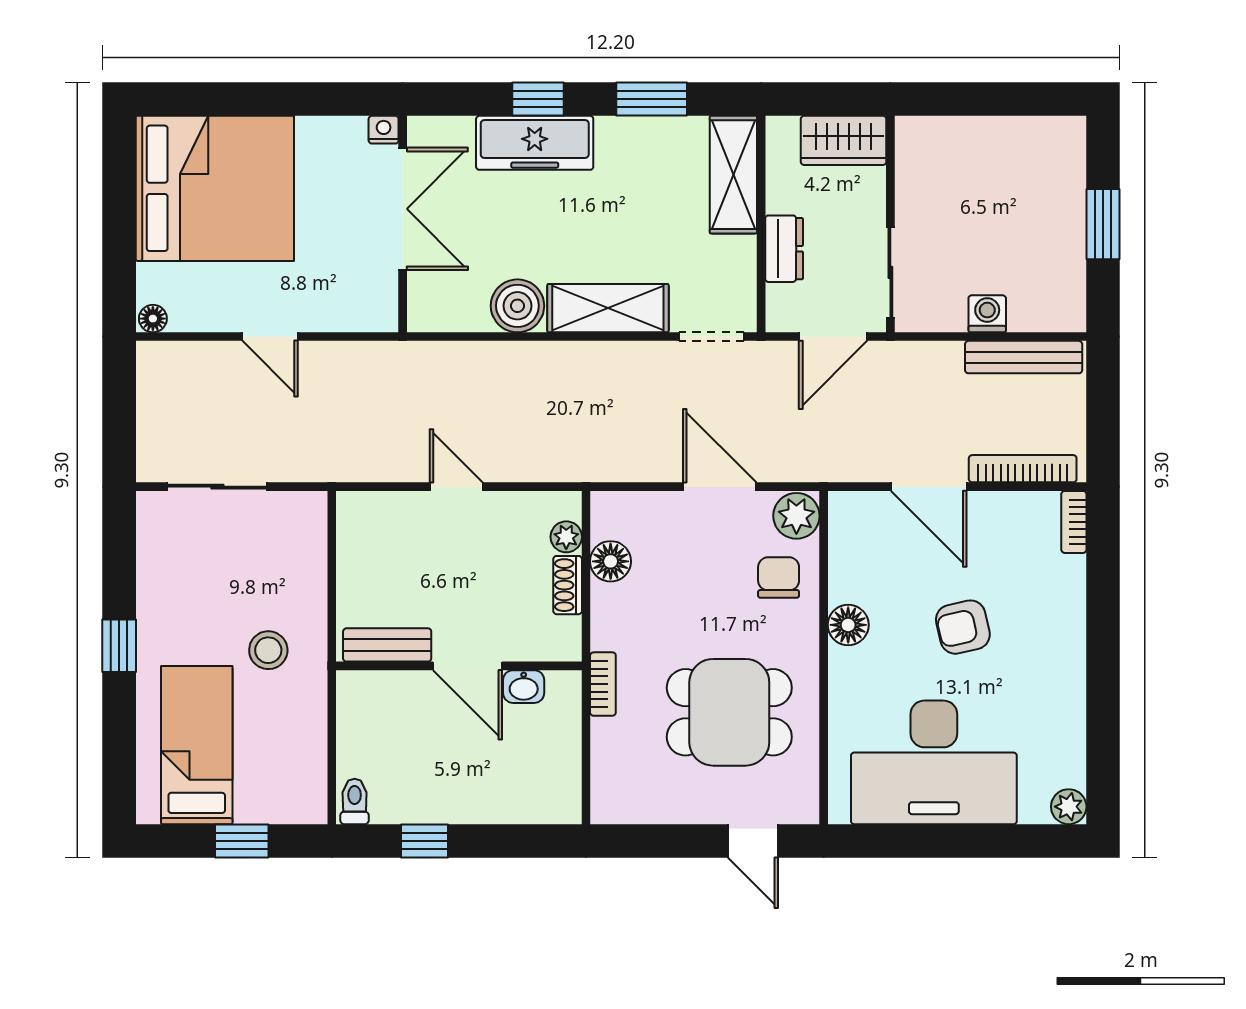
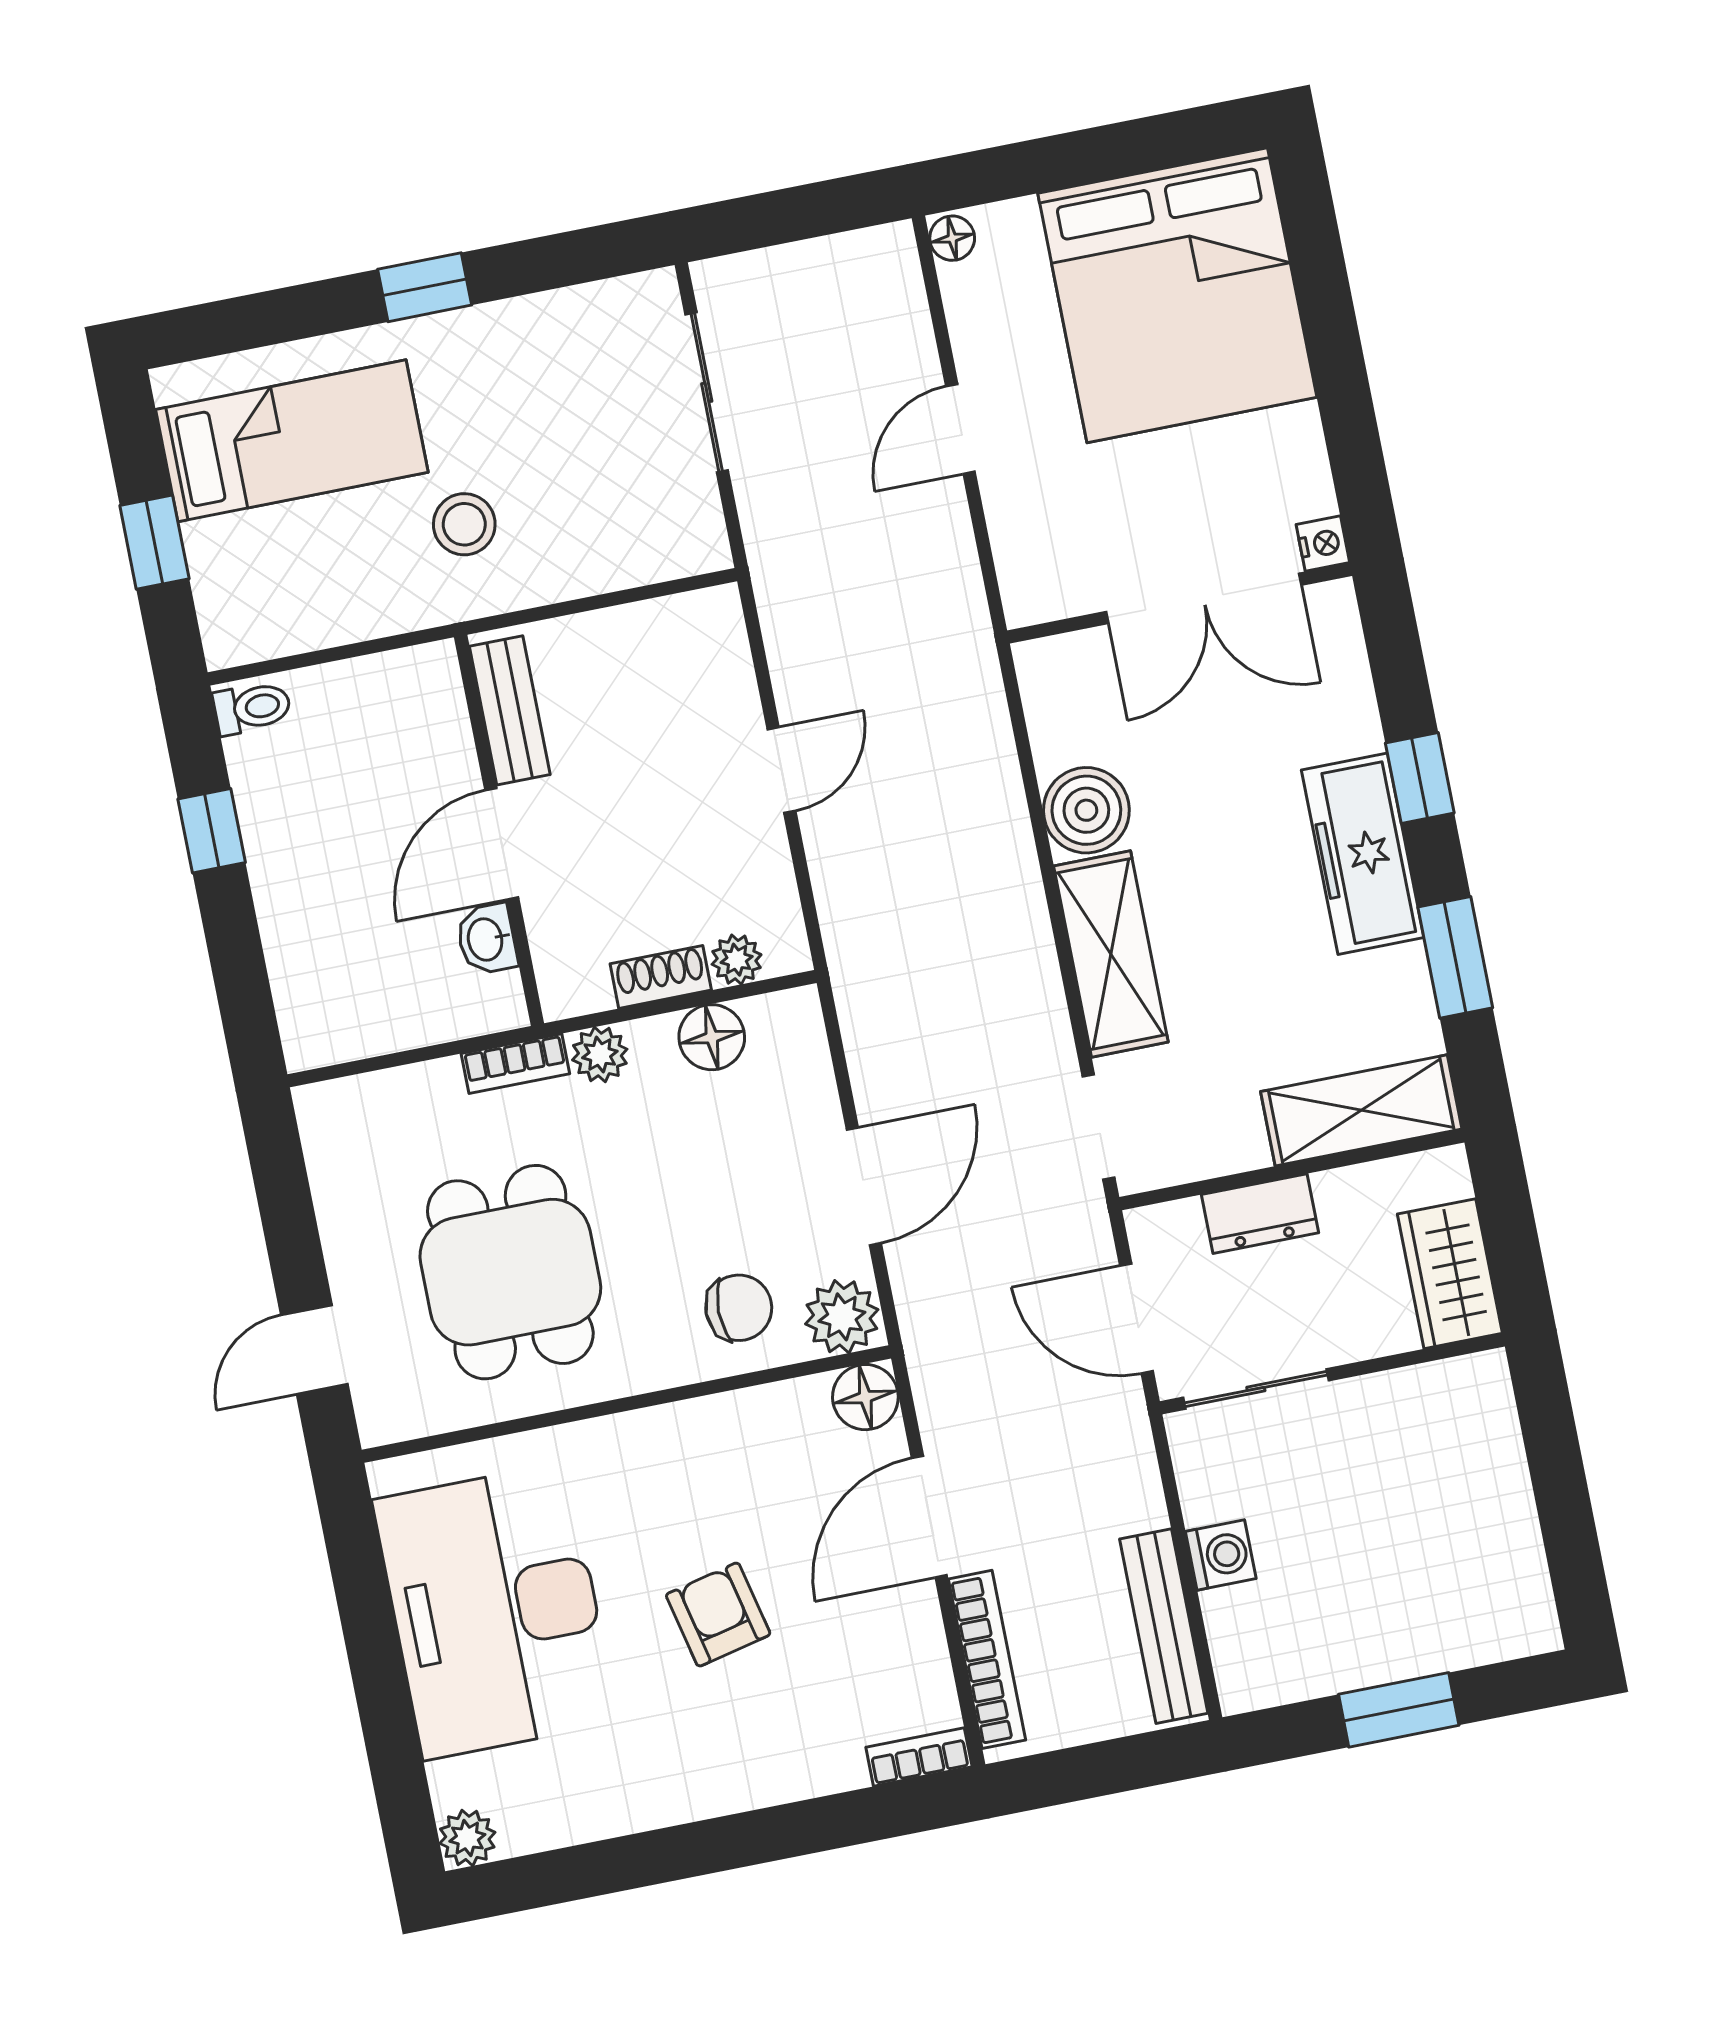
freezer: (535, 143) -> (1363, 854), moved
floor lamp: (848, 625) -> (865, 1397), moved
plant: (608, 632) -> (600, 1054), added

